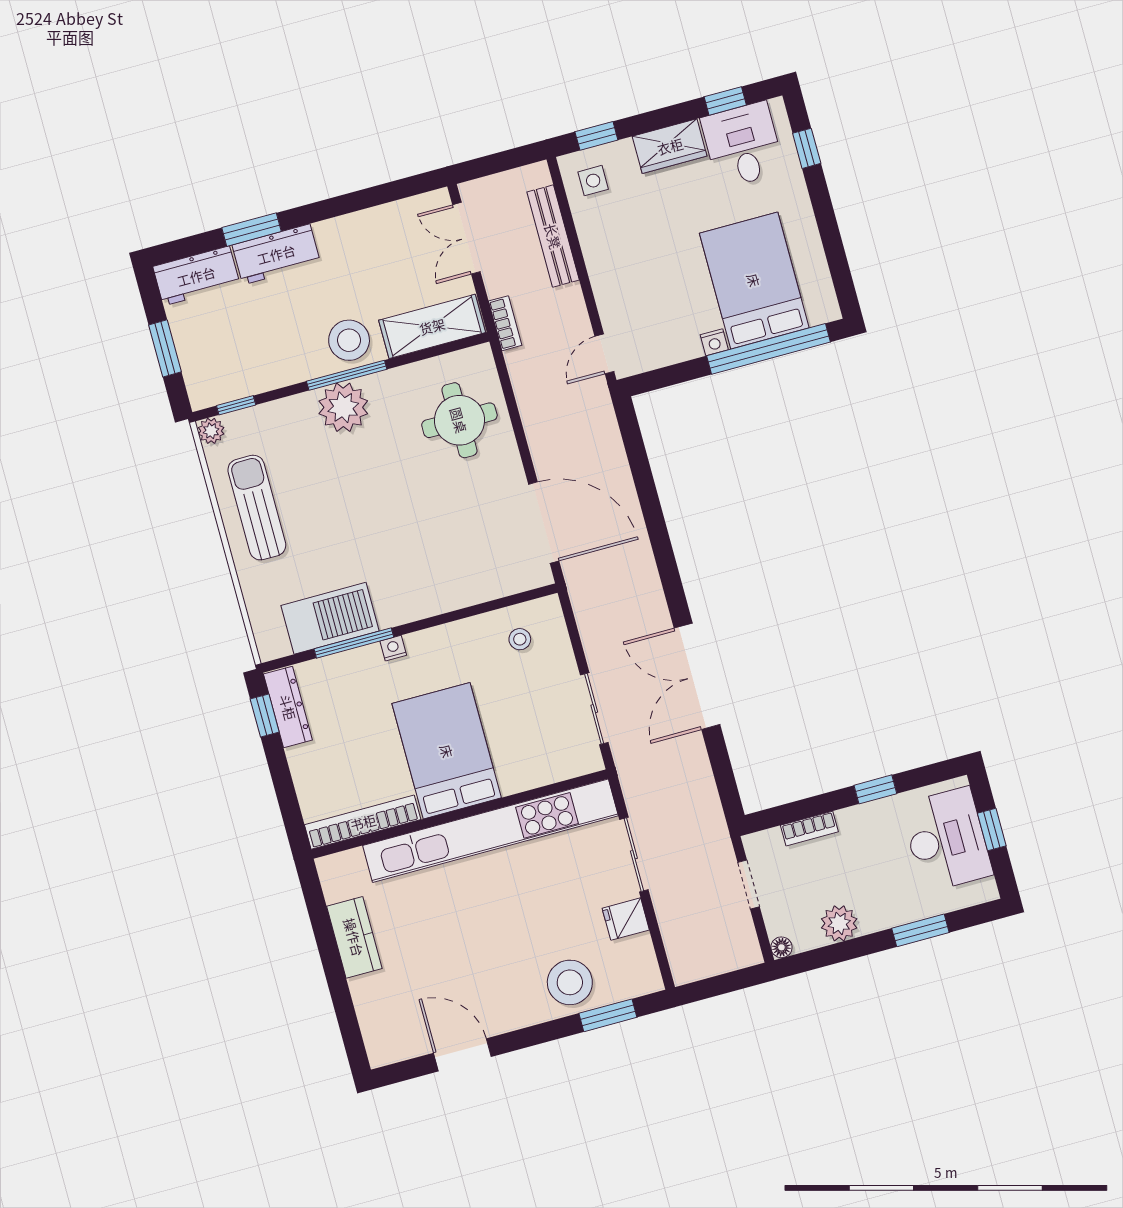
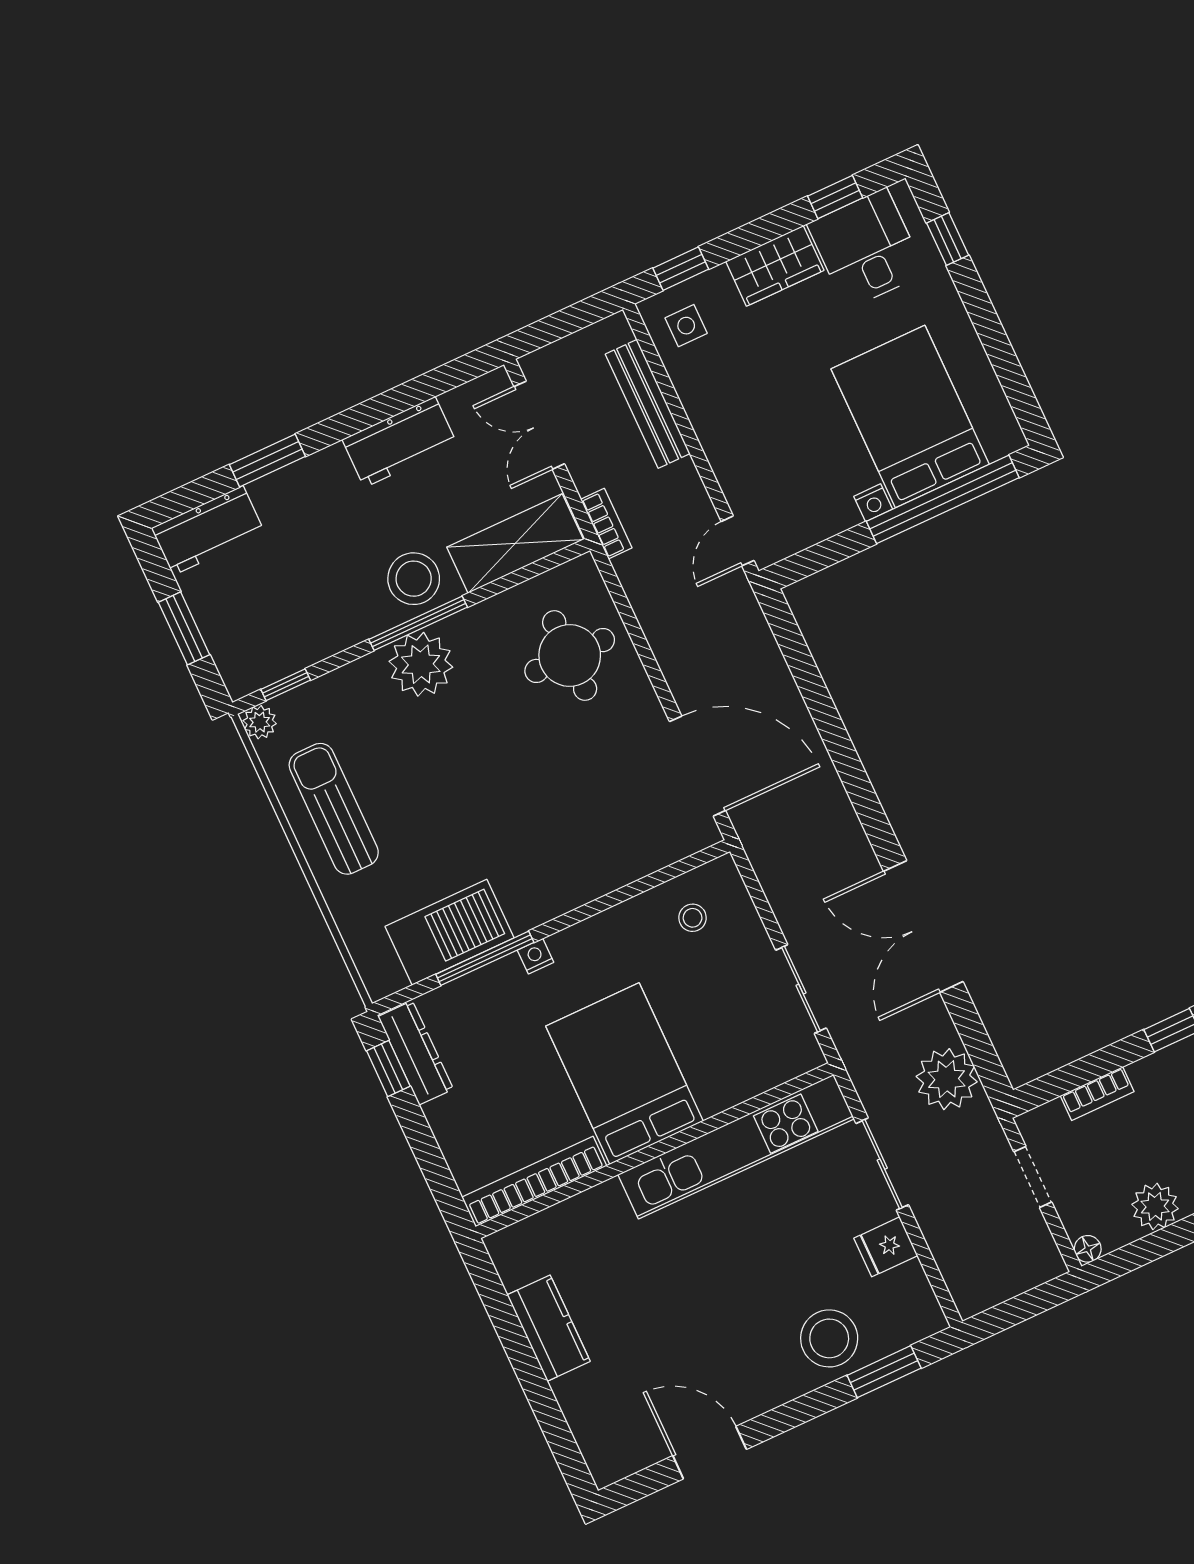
workbench: (276, 254) -> (400, 442), moved
plant: (695, 797) -> (947, 1079), added
kitchen unit: (490, 831) -> (736, 1147), width x0.73

